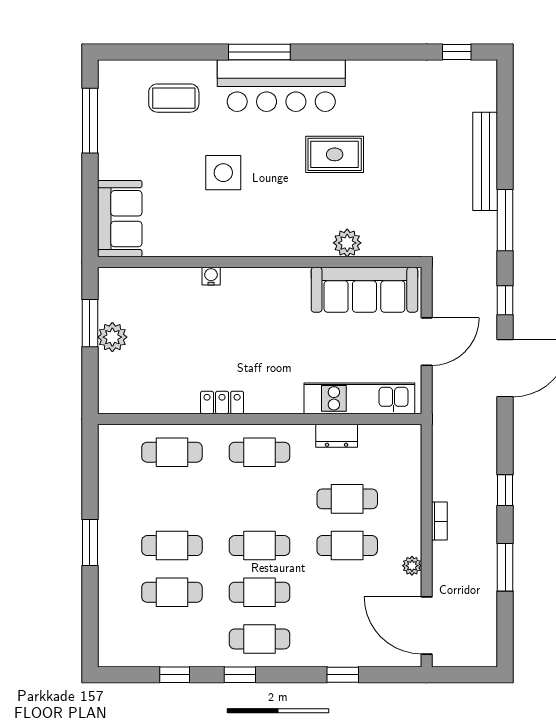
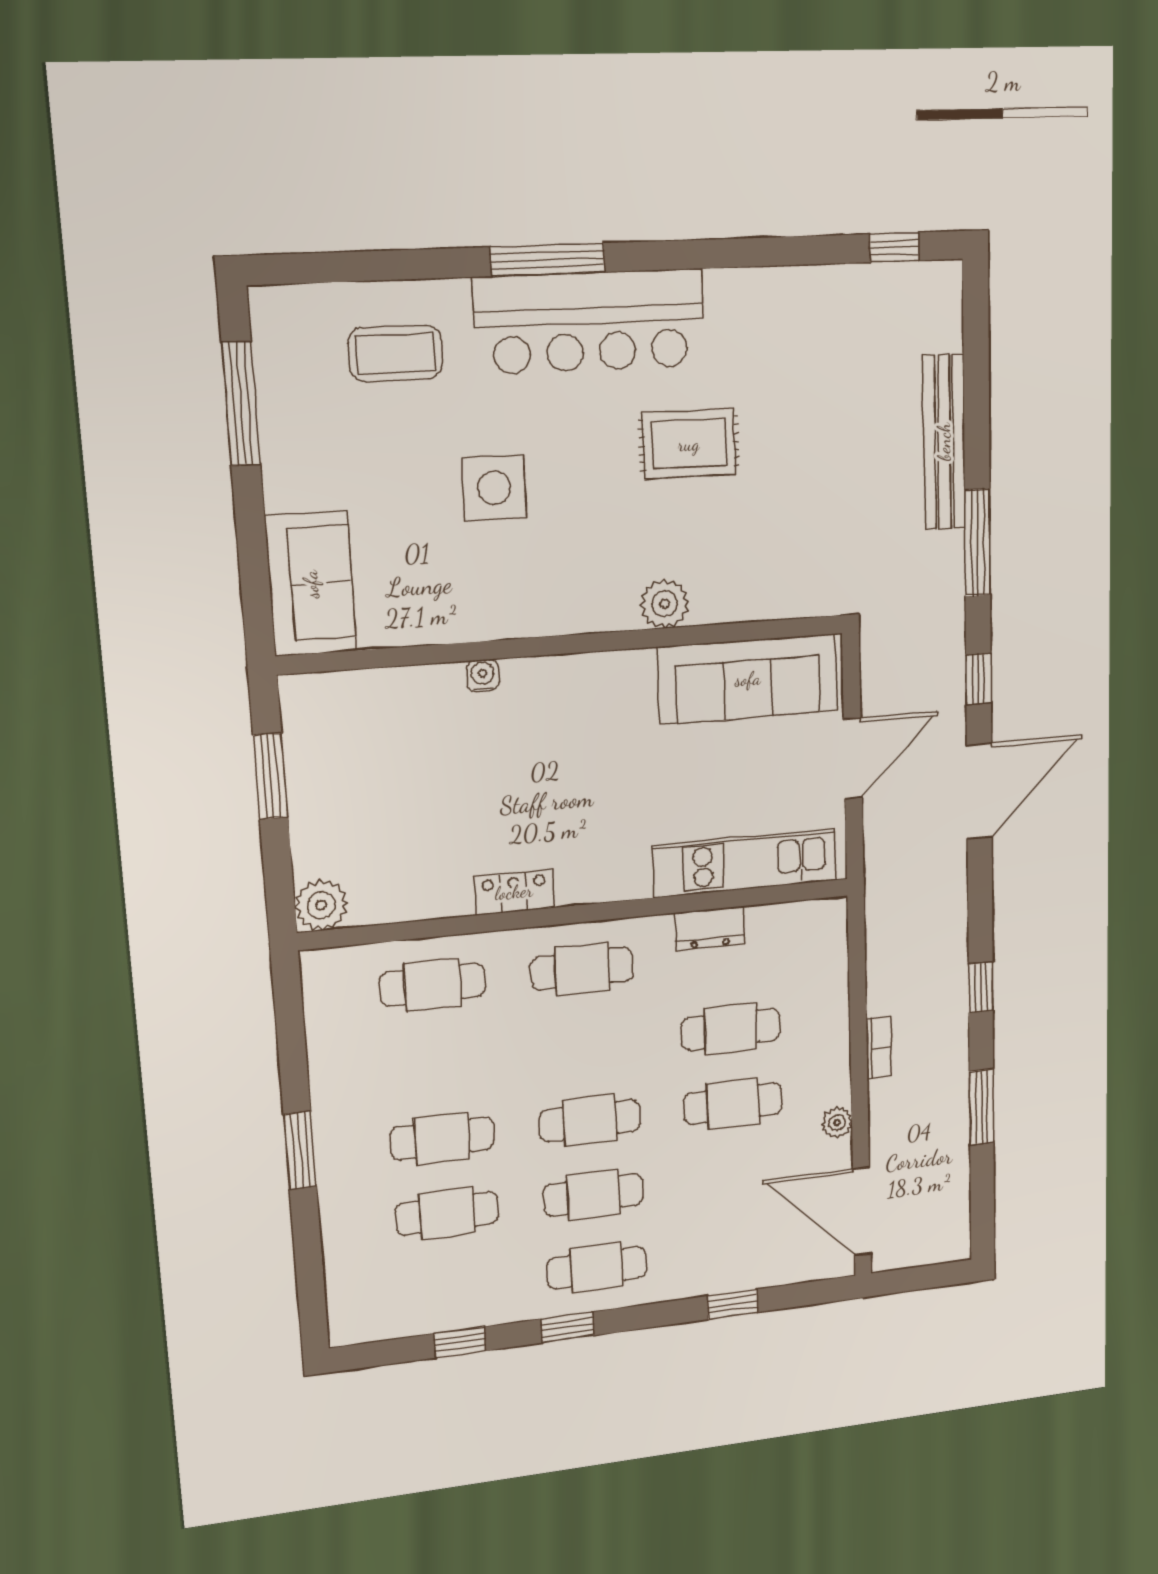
plant: (347, 243) -> (665, 604), moved
plant: (112, 337) -> (321, 905), moved

